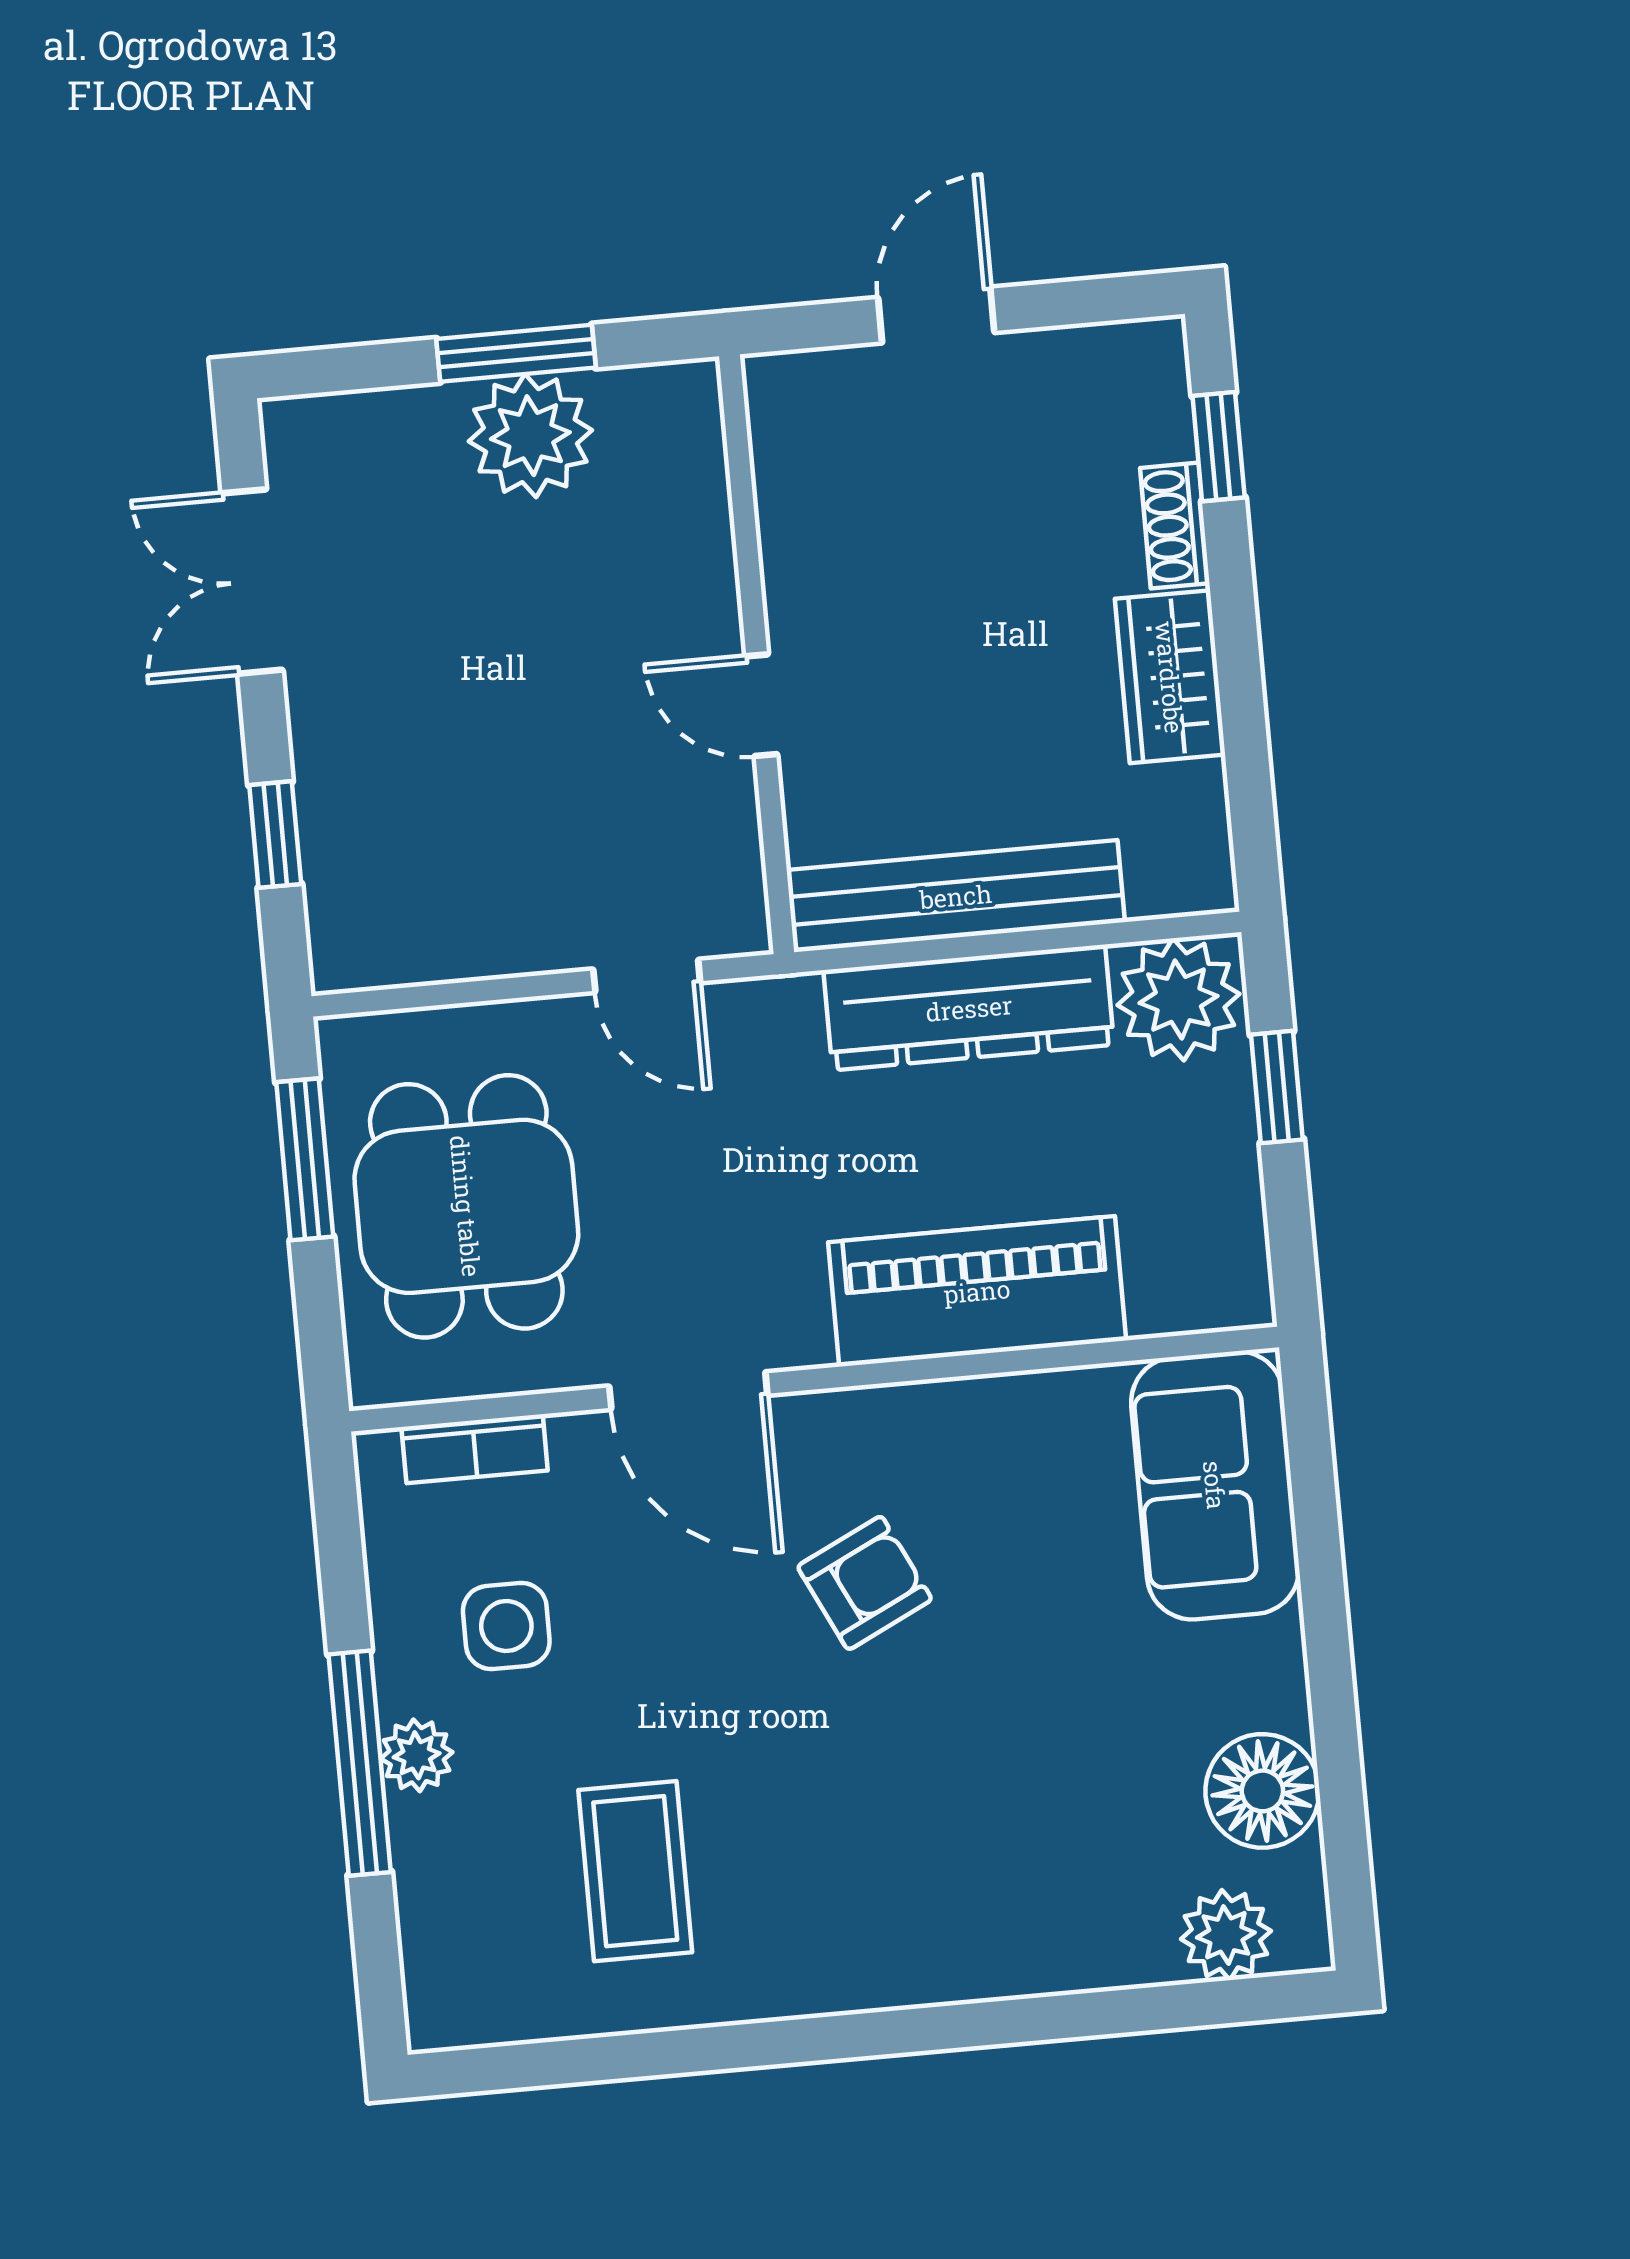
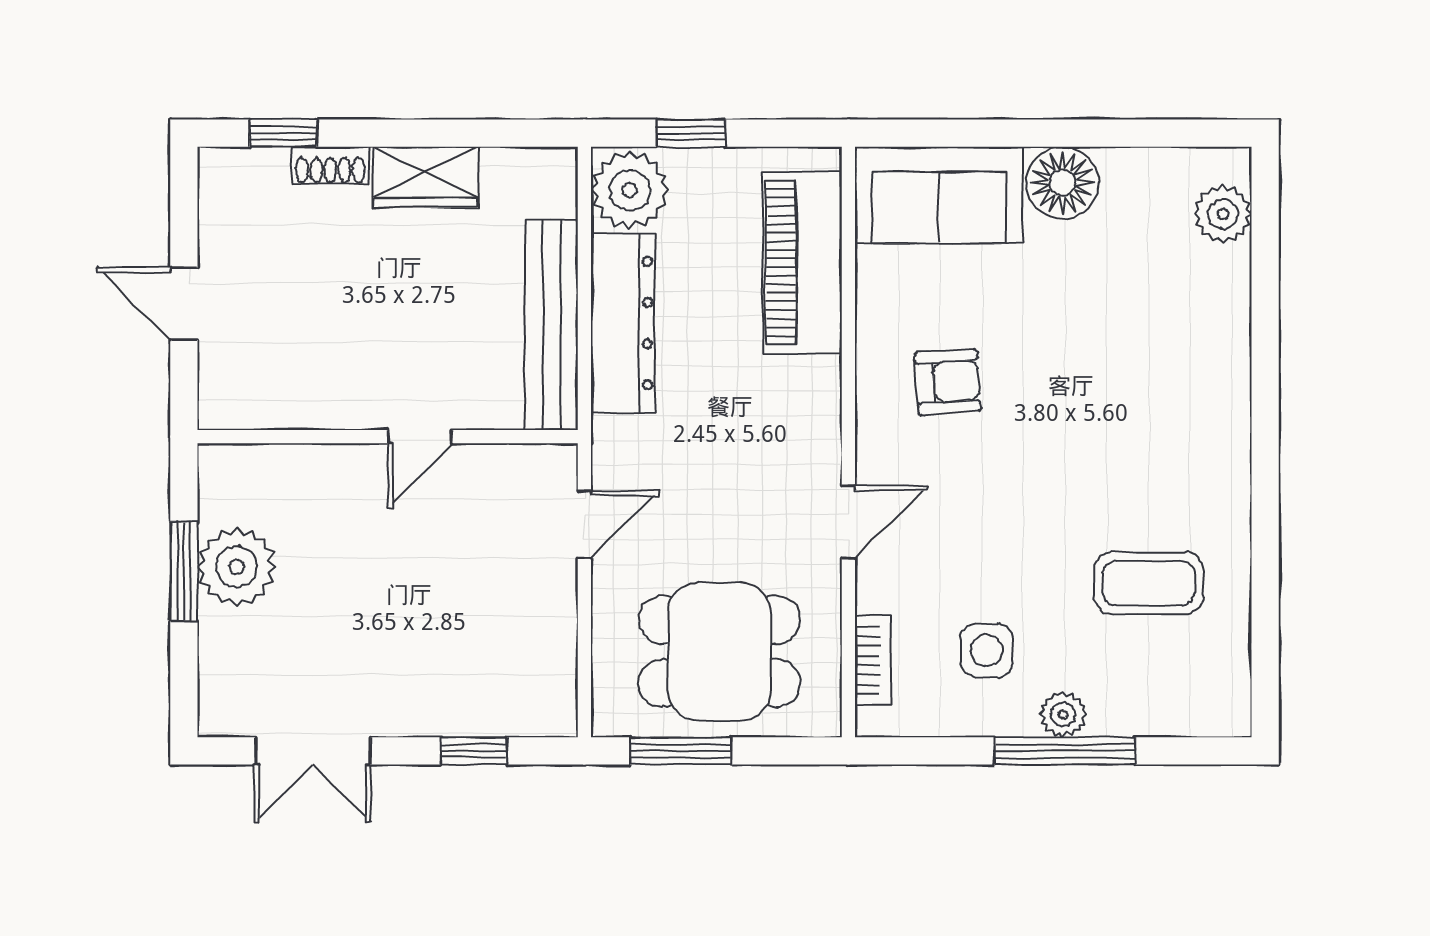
piano: (977, 1291) -> (802, 263), moved
door: (688, 1391) -> (848, 522), width x0.73
armchair: (865, 1583) -> (948, 382), moved, turned 112
floor lamp: (1262, 1791) -> (1063, 183), moved

